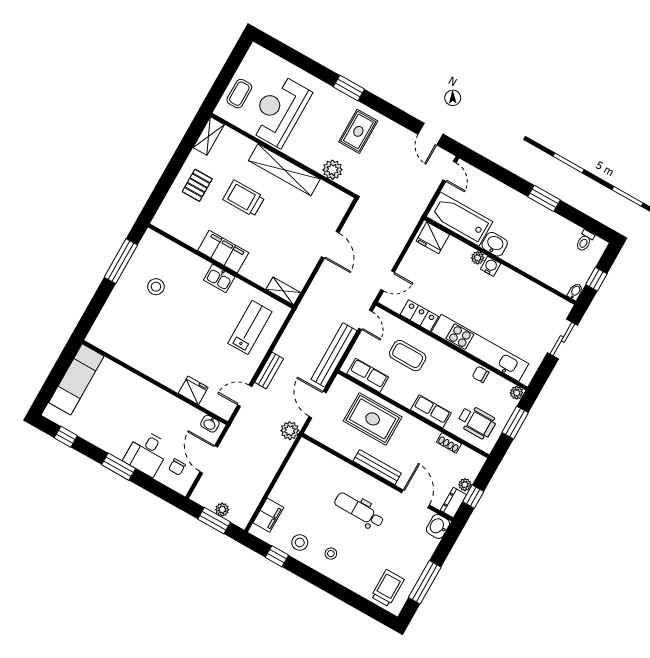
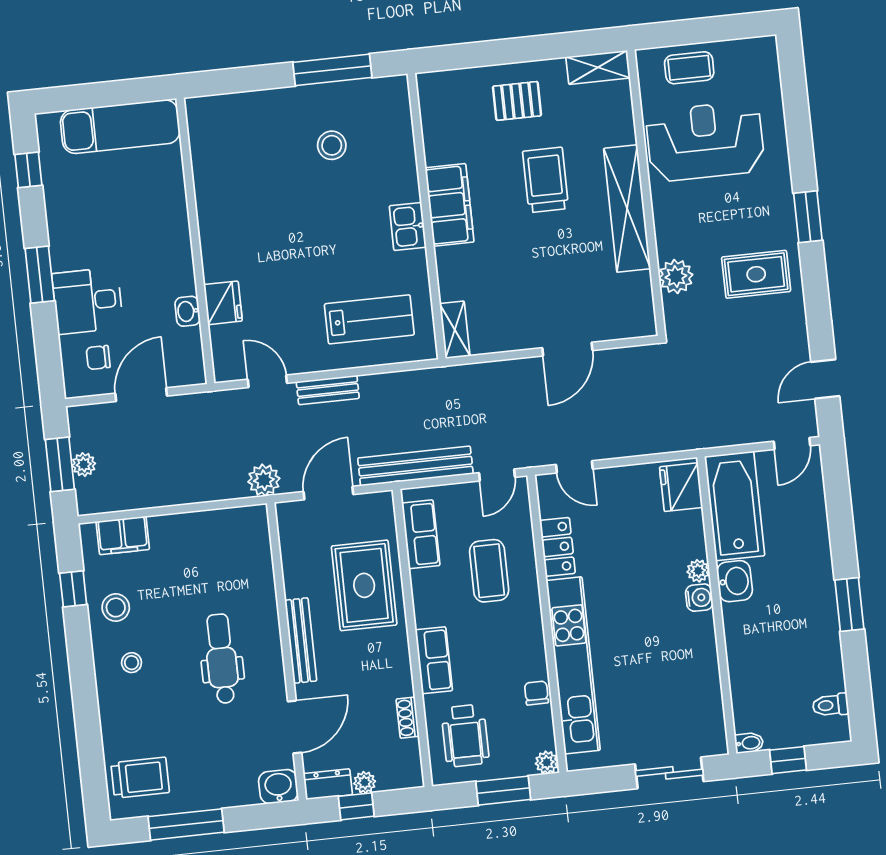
washbasin: (210, 424) -> (187, 311), moved

